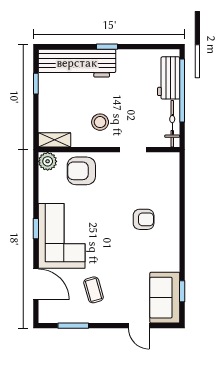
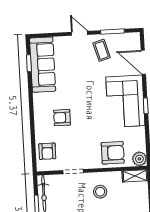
armchair: (165, 177) -> (47, 151), added
coffee table: (94, 290) -> (102, 50), moved
sofa: (165, 298) -> (43, 65), width x1.36
door: (139, 326) -> (79, 33), moved

